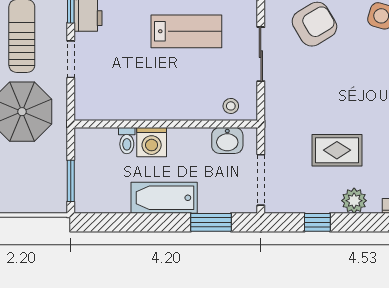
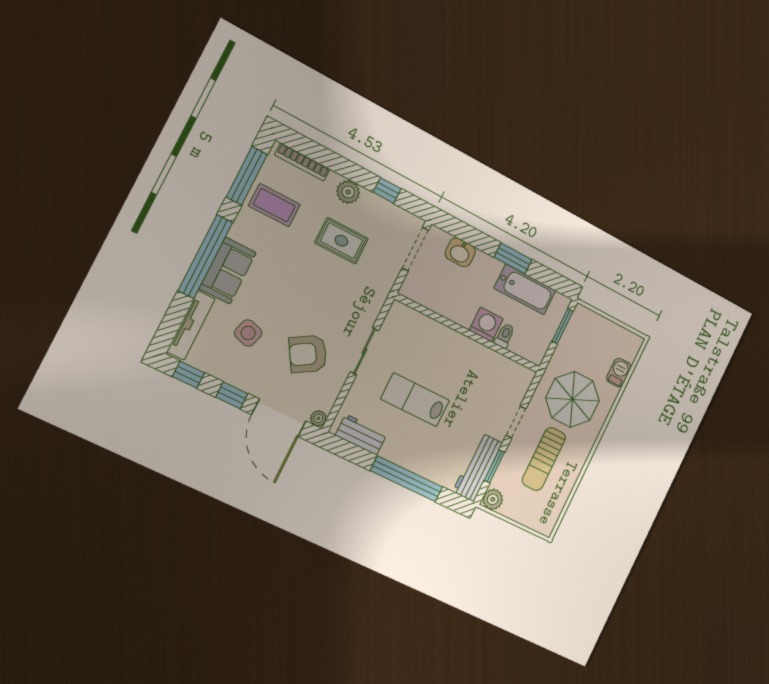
stool: (231, 106) -> (410, 321), removed
washbasin: (227, 140) -> (460, 252), moved, turned 180
bathtub: (164, 198) -> (525, 289), moved
window: (211, 222) -> (513, 258), moved

